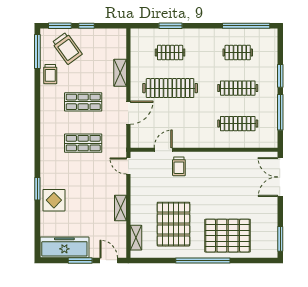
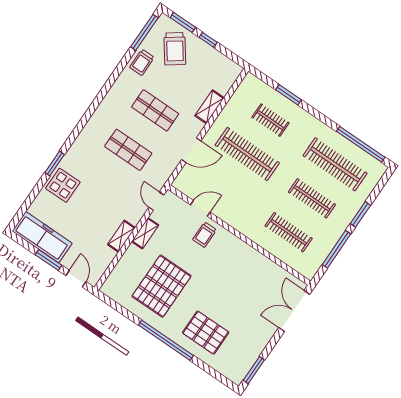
clothes rail: (238, 53) -> (335, 164), width x1.86, depth x1.31
pallet: (228, 236) -> (206, 333), width x0.73, depth x0.71
shelving: (136, 238) -> (145, 233), moved

